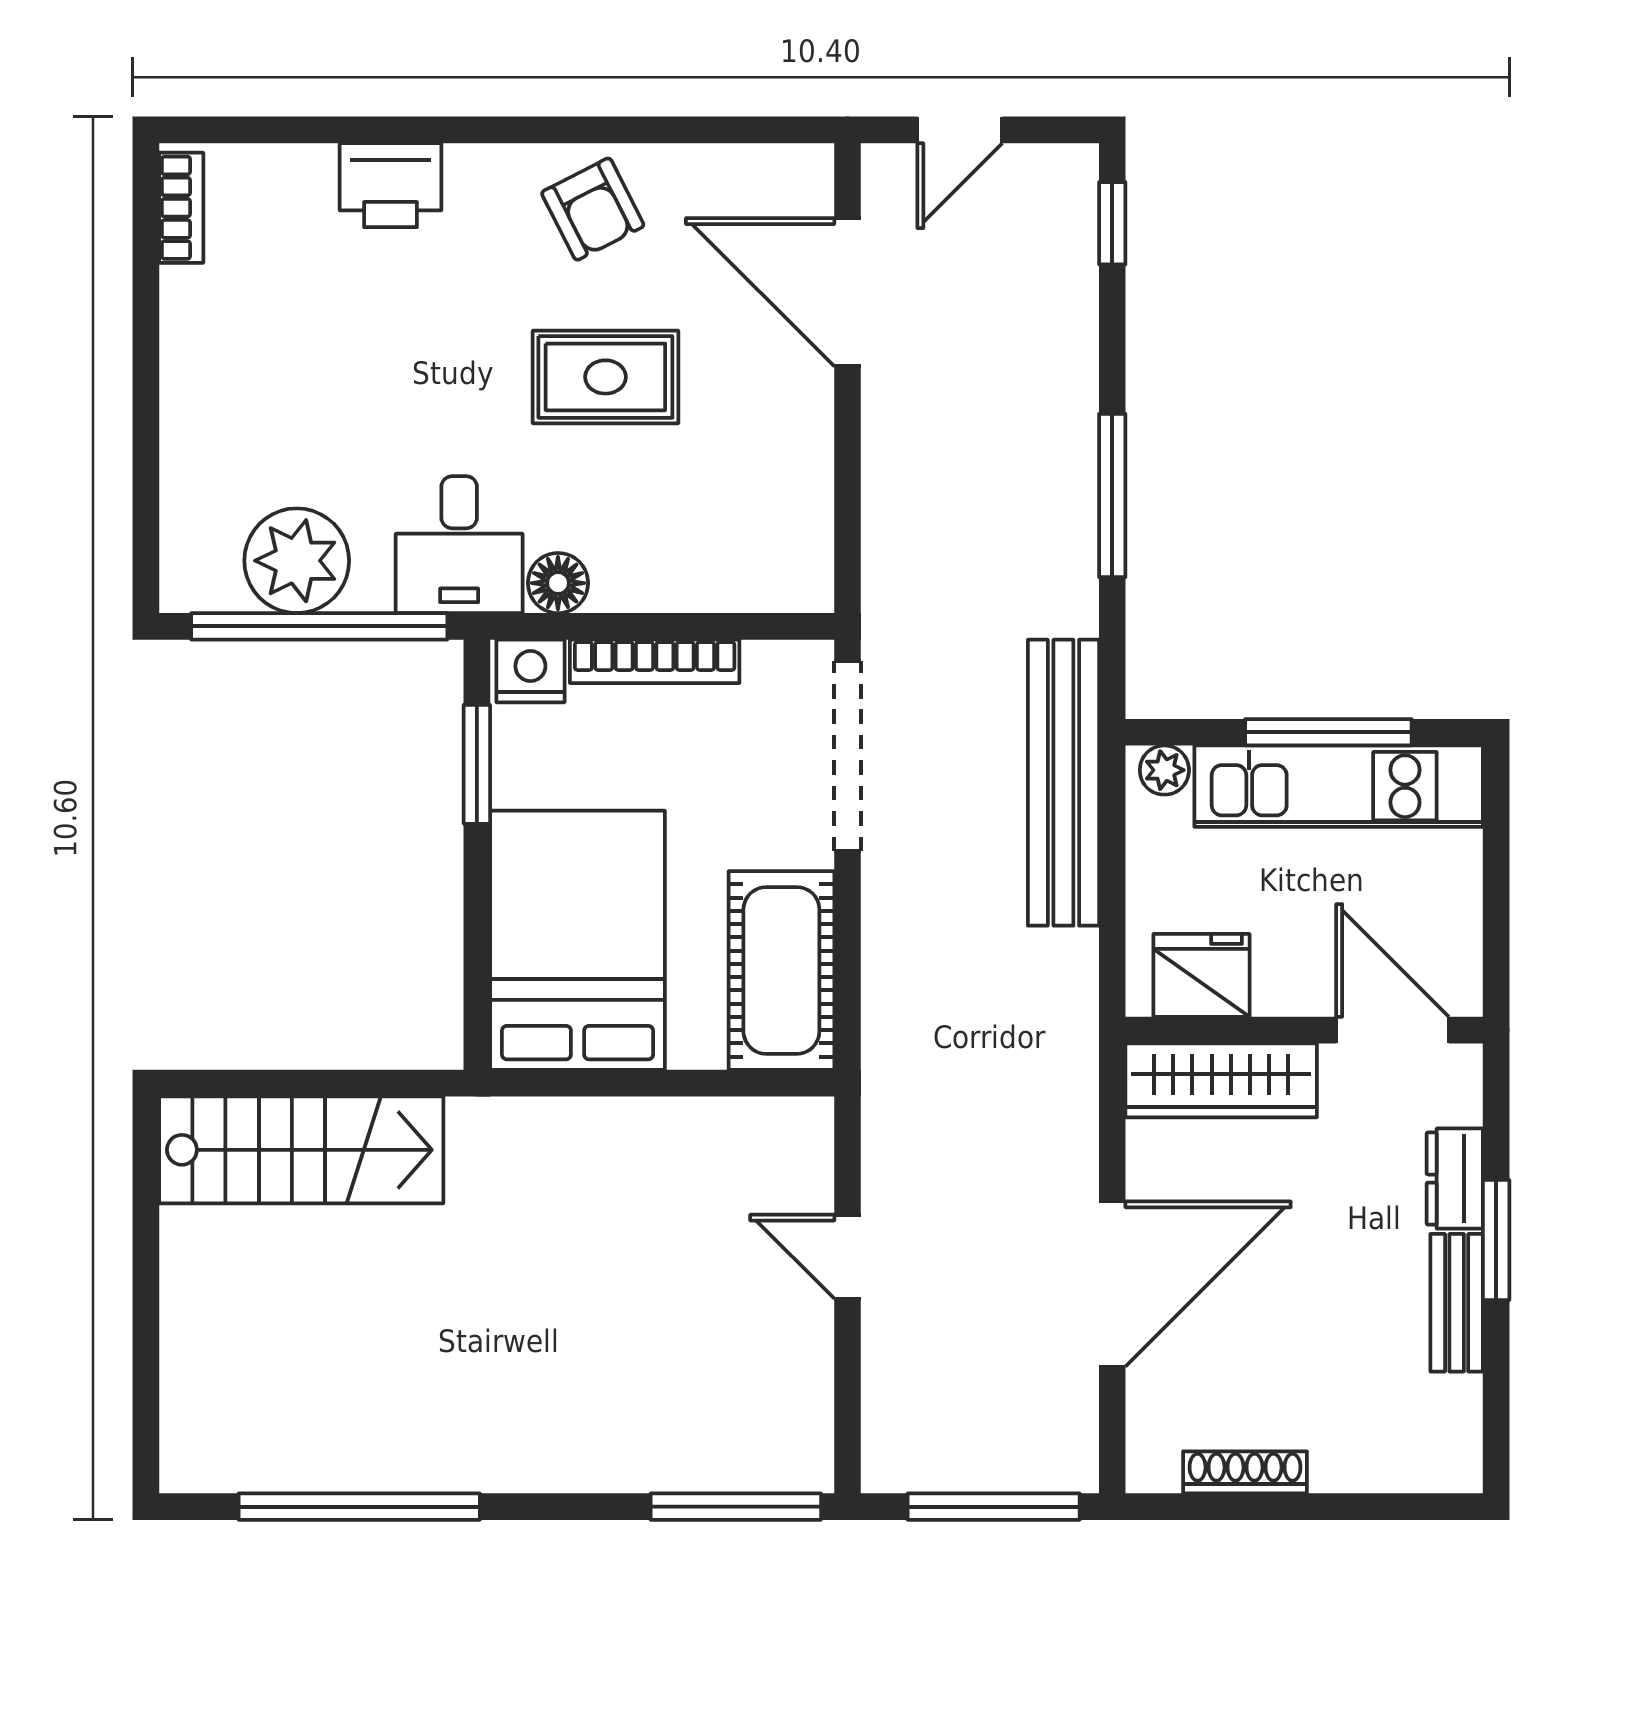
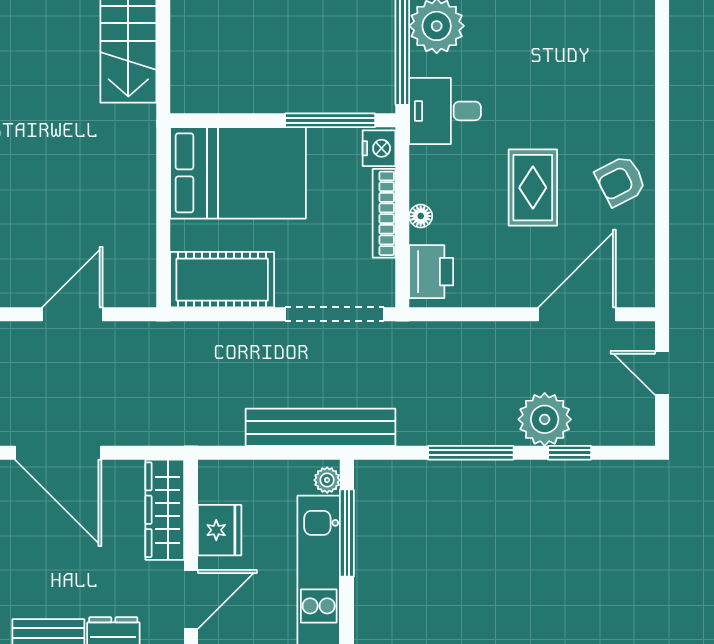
printer: (391, 185) -> (431, 272), moved, turned 180
window: (1112, 223) -> (570, 453), moved
plant: (1048, 354) -> (545, 419), added
floor lamp: (558, 583) -> (421, 216), moved, width x0.73, depth x0.73
window: (1328, 732) -> (347, 533), moved
window: (477, 764) -> (330, 120), width x1.44
fridge: (1201, 975) -> (220, 530), moved
door: (848, 1257) -> (72, 314), width x1.38

